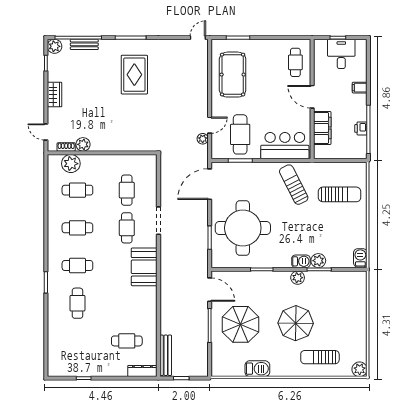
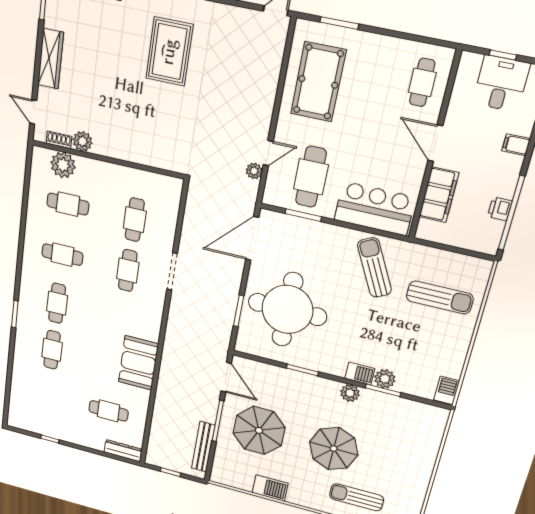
wardrobe: (55, 95) -> (51, 59), width x1.50
cafe table: (77, 266) -> (57, 303), turned 90
booth: (144, 267) -> (138, 363), moved
bench: (166, 355) -> (203, 447), moved

